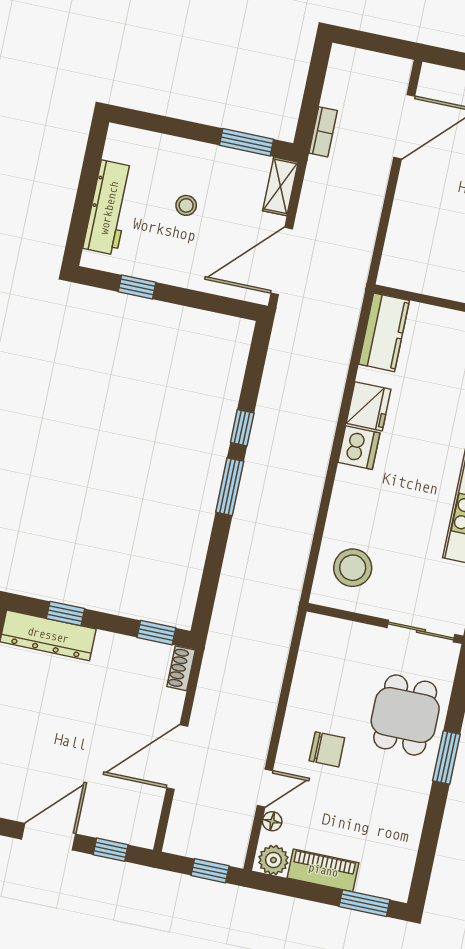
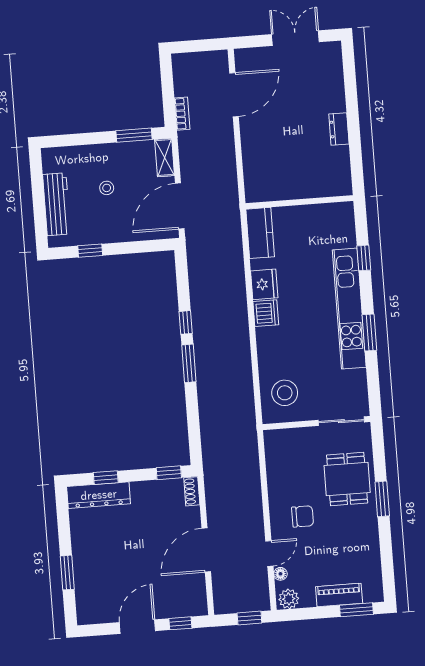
piano: (323, 870) -> (339, 595), moved

